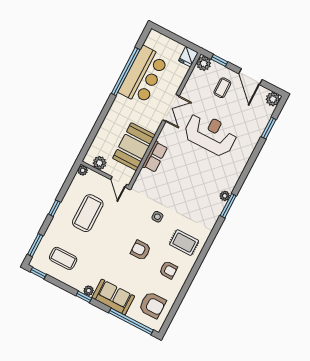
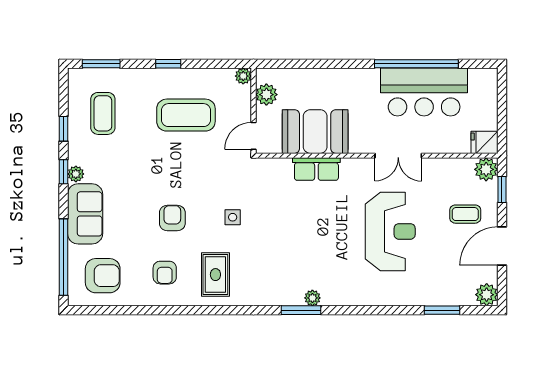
window: (38, 273) -> (63, 129), moved
armchair: (152, 305) -> (103, 276), turned -90

